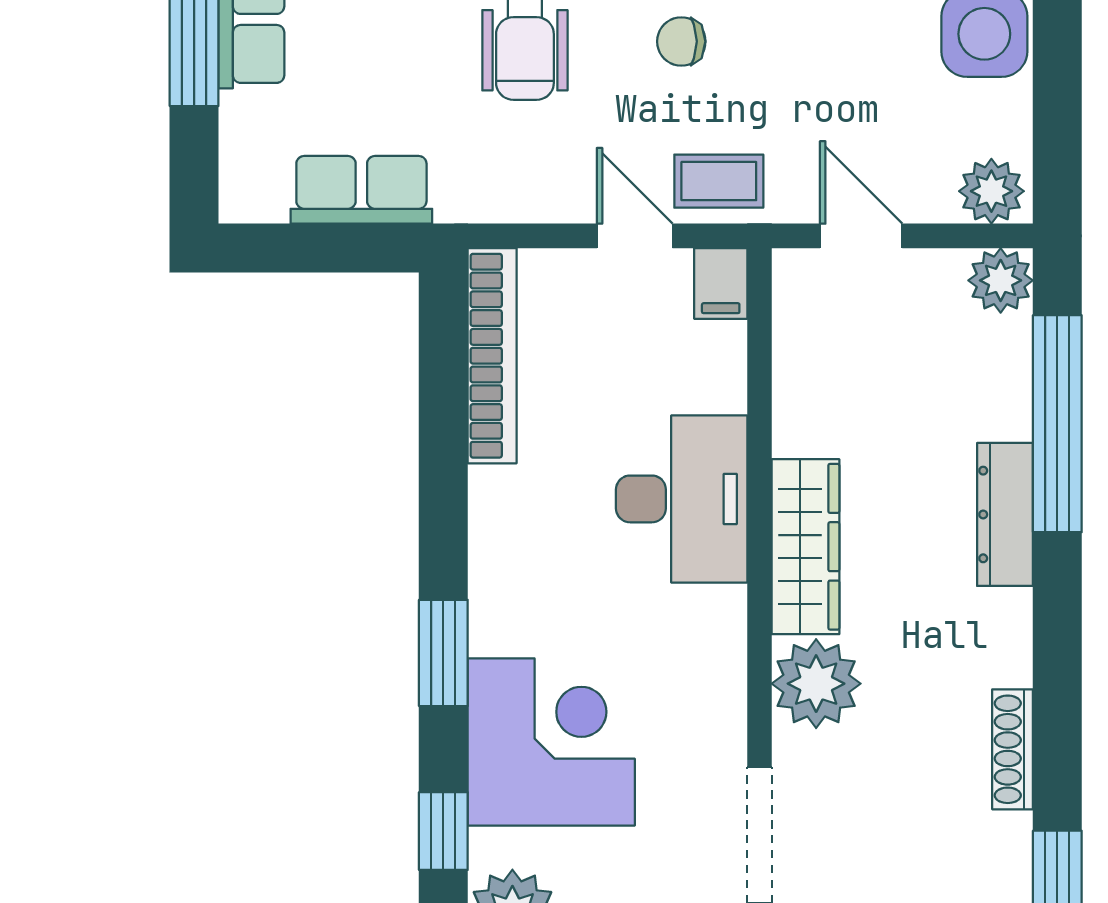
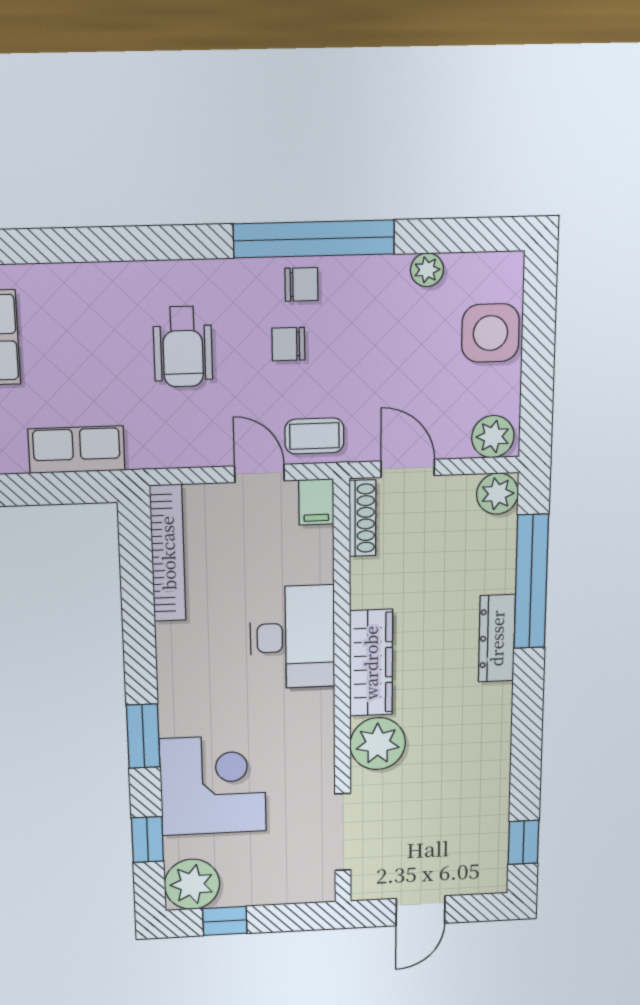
shoe rack: (1013, 749) -> (363, 518), moved, turned 180

